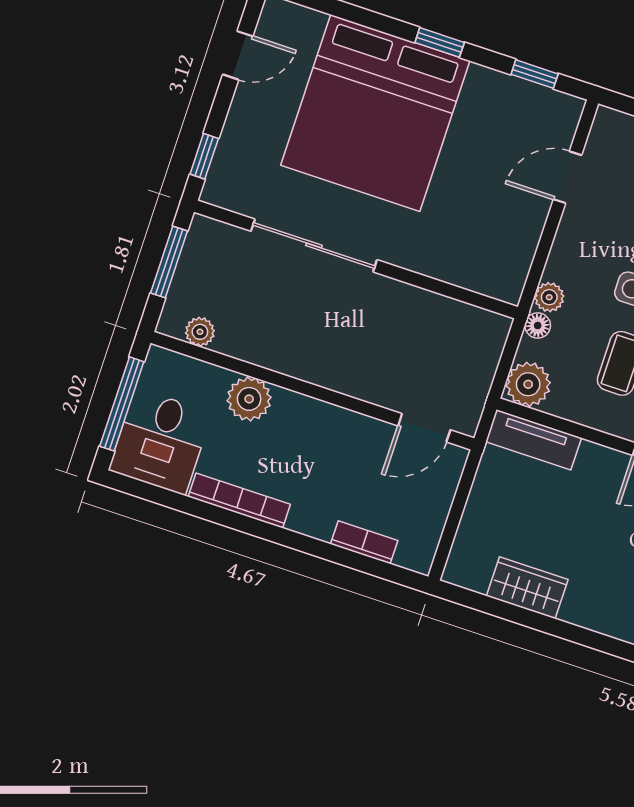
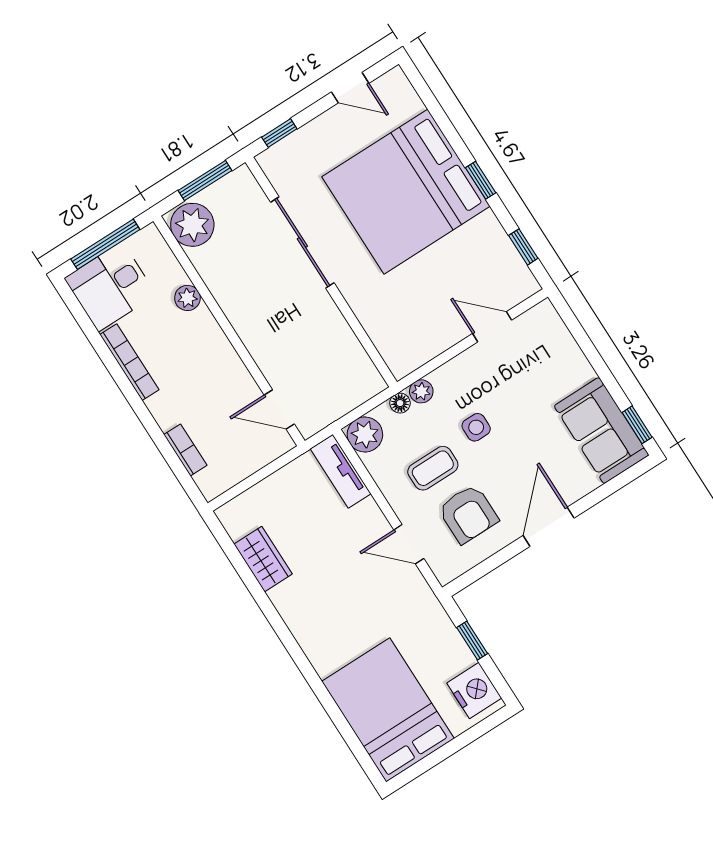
plant: (200, 332) -> (192, 225), width x1.88, depth x1.88
plant: (249, 399) -> (187, 298), width x0.73, depth x0.73

